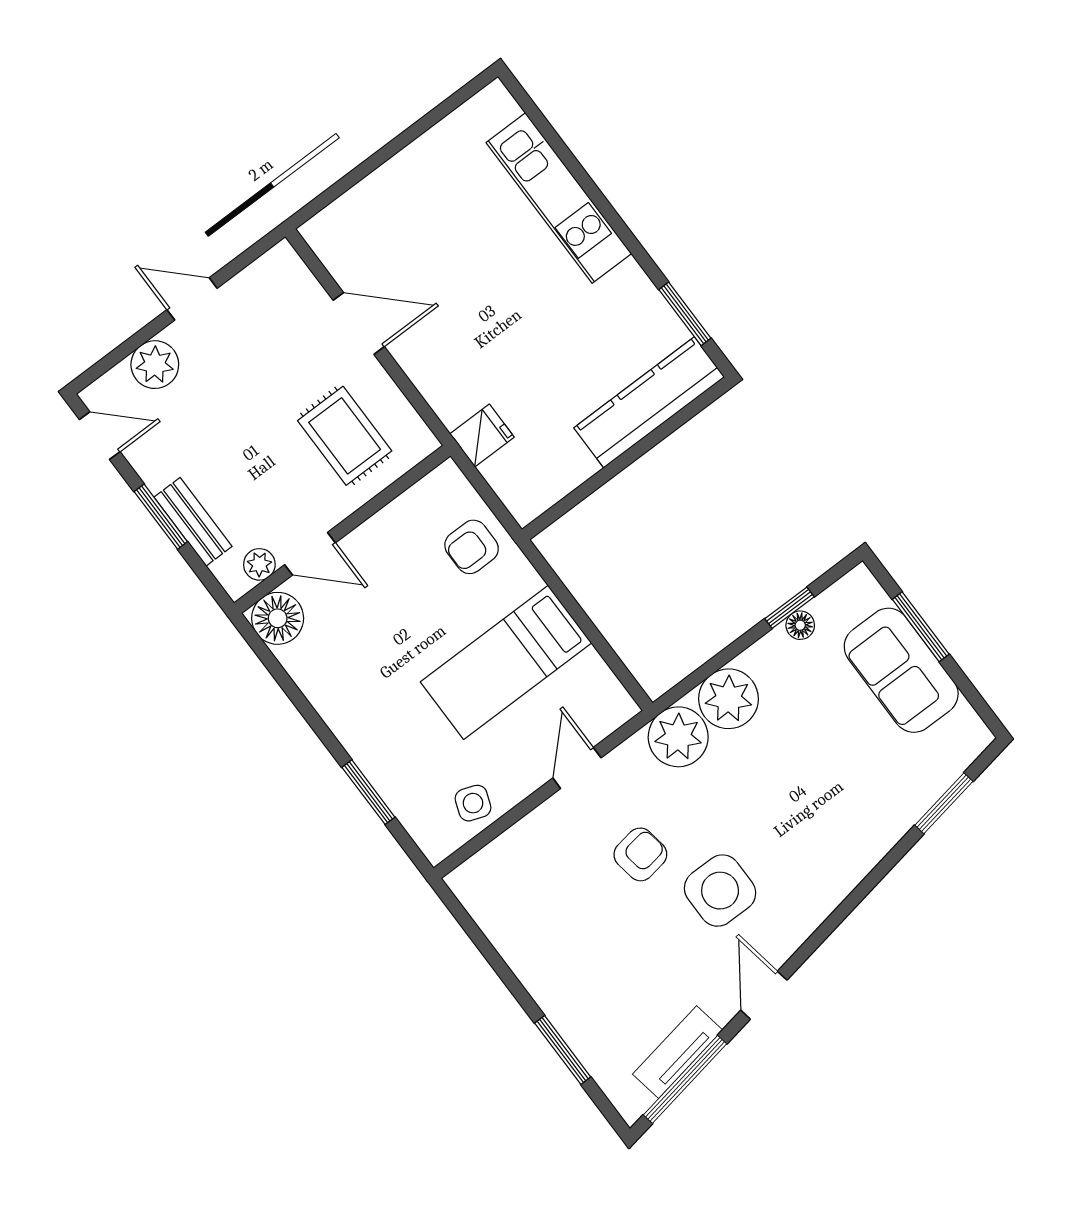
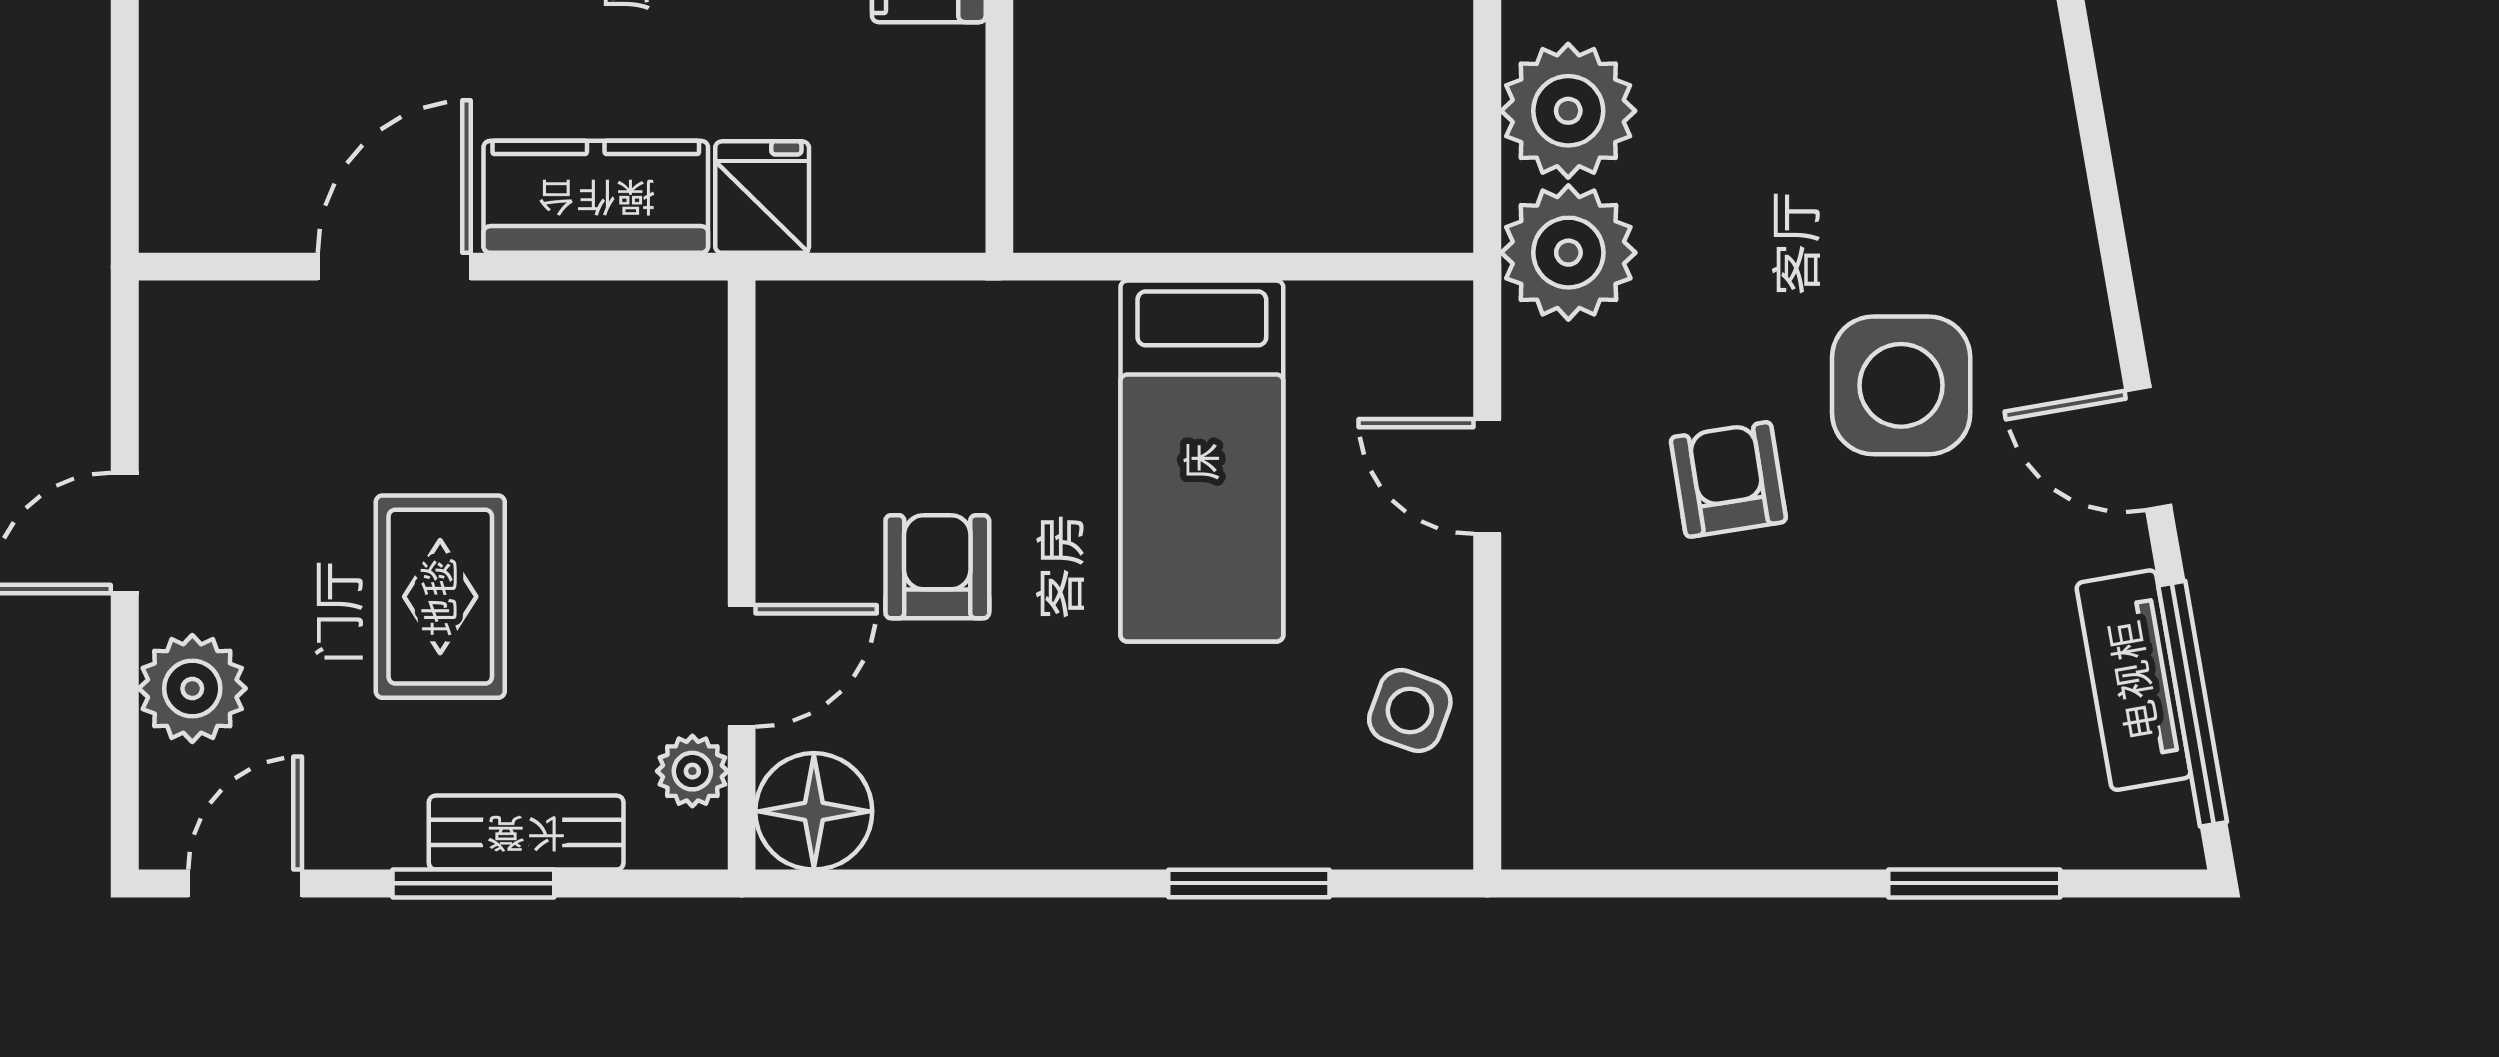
kitchen counter: (438, 376) -> (596, 197), added
rug: (345, 436) -> (440, 597), moved, turned 90
armchair: (472, 547) -> (937, 567), moved, turned 180

